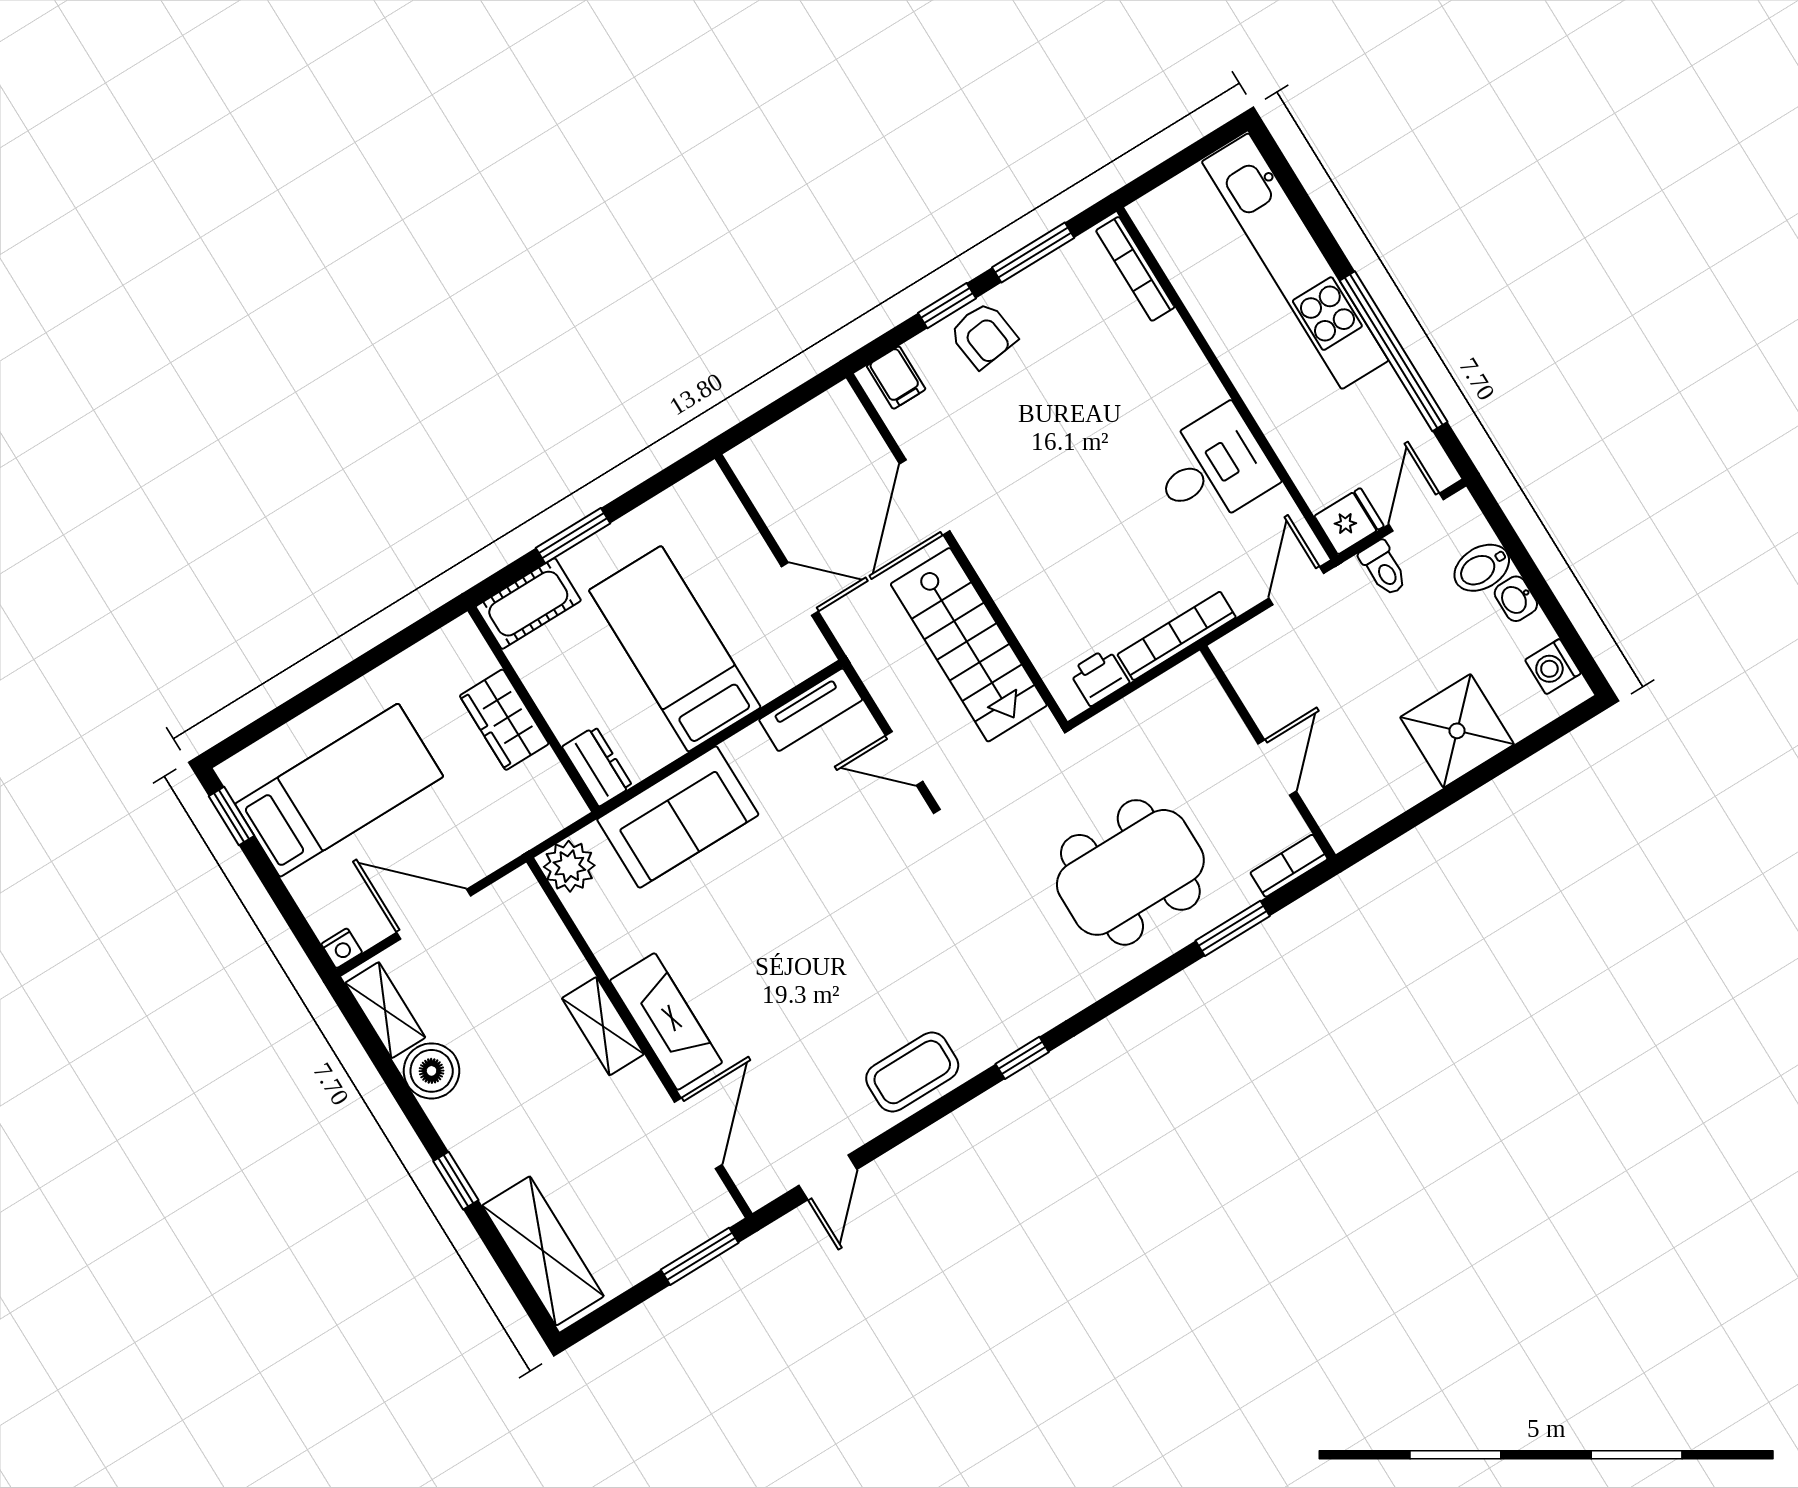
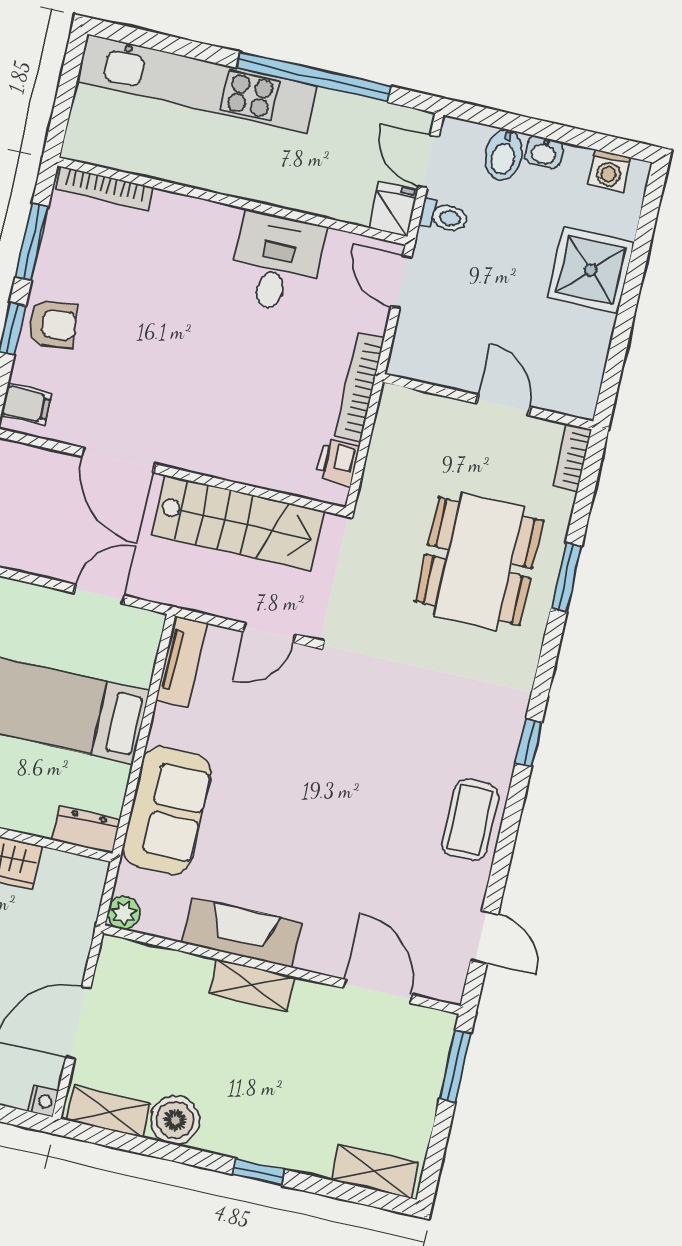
plant: (569, 866) -> (124, 913), width x0.73, depth x0.73
window: (1233, 928) -> (566, 578), moved
fireplace: (666, 1021) -> (242, 933), moved
shelving: (543, 1251) -> (375, 1171), width x0.67, depth x0.75

